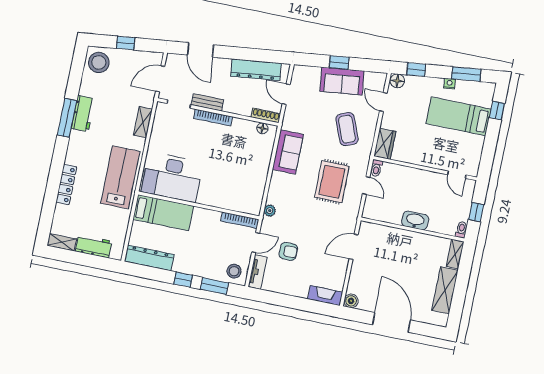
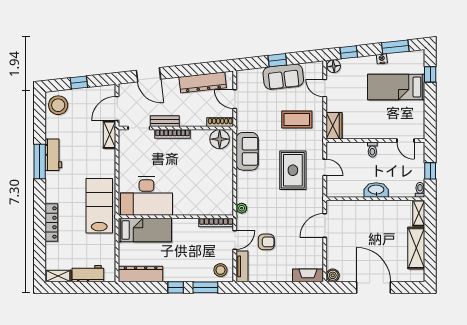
shelving: (143, 122) -> (110, 135), moved
floor lamp: (262, 128) -> (220, 139), width x1.89, depth x1.89
coffee table: (347, 129) -> (297, 119), turned -68
toilet: (376, 168) -> (372, 150), moved

